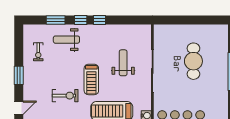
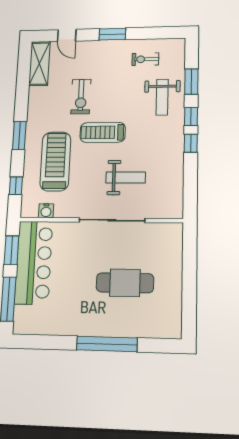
weight bench: (66, 40) -> (162, 97), turned 180

